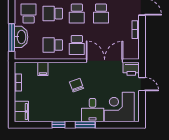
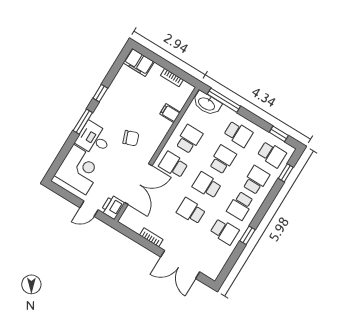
washbasin: (21, 37) -> (207, 104), moved

